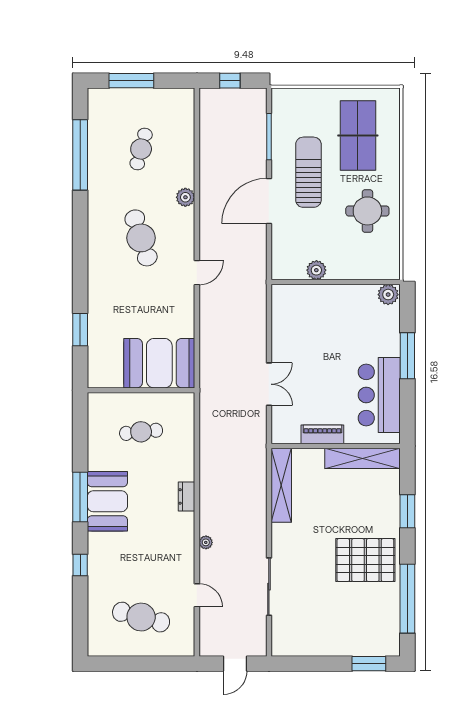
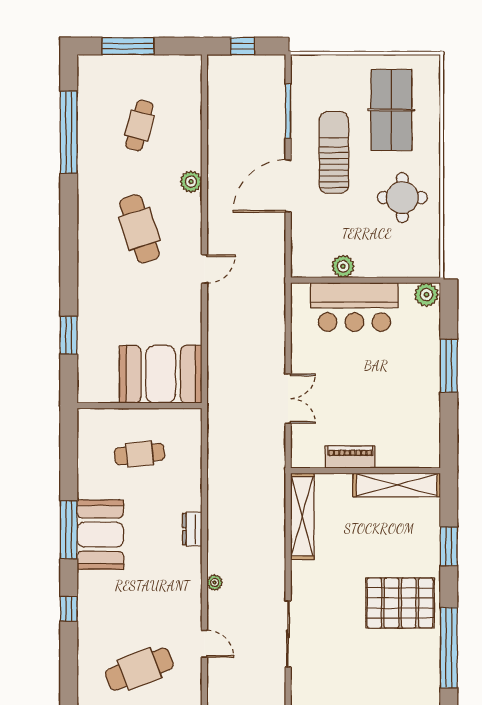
bar counter: (379, 395) -> (354, 307), moved, turned -90
cafe table: (141, 617) -> (139, 669), turned -36

